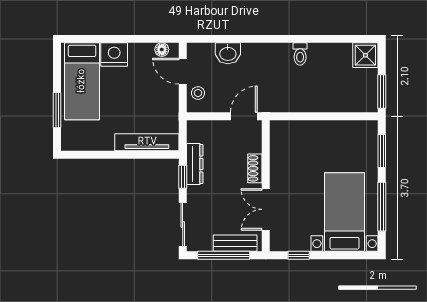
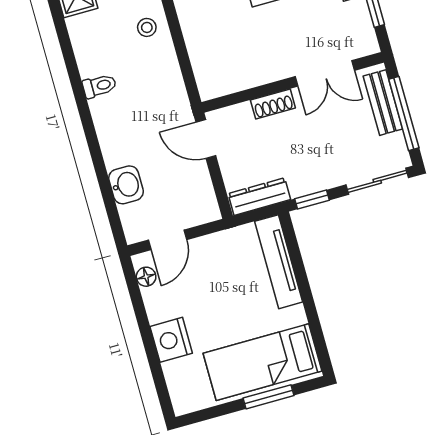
bed: (82, 81) -> (263, 362), moved, turned 180
stool: (198, 93) -> (147, 27), moved
dresser: (195, 164) -> (259, 197), moved

